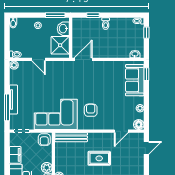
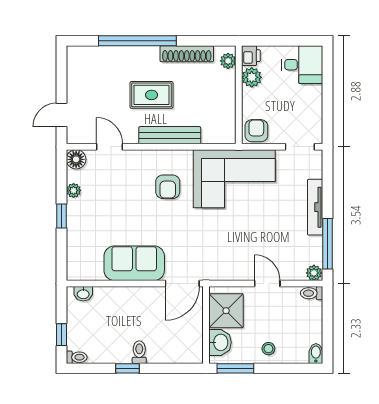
window: (93, 15) -> (127, 368), moved
window: (146, 74) -> (62, 216), moved
sofa: (135, 80) -> (134, 263), moved, turned -90
window: (7, 107) -> (327, 244), moved
door: (121, 131) -> (110, 147), hinge flipped
bench: (71, 137) -> (170, 135), moved
filing cabinet: (15, 155) -> (312, 102), removed

